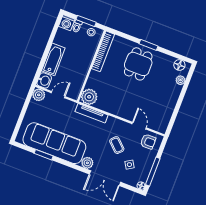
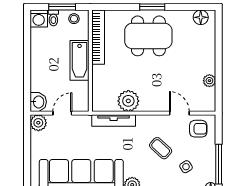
bathtub: (53, 59) -> (80, 60), moved, turned 180
dining table: (138, 64) -> (148, 36), width x1.38
plant: (181, 80) -> (209, 81), moved
plant: (89, 97) -> (128, 101), moved

